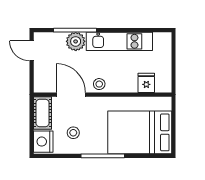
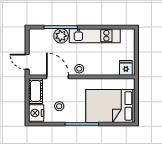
door: (32, 51) -> (27, 62), moved
fridge: (146, 83) -> (126, 68), moved

